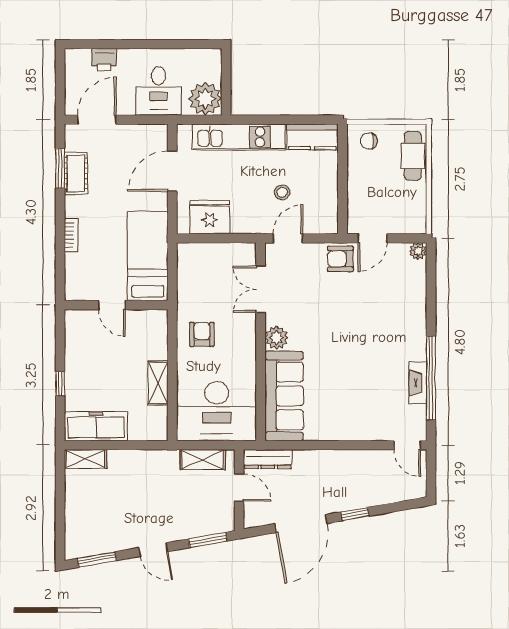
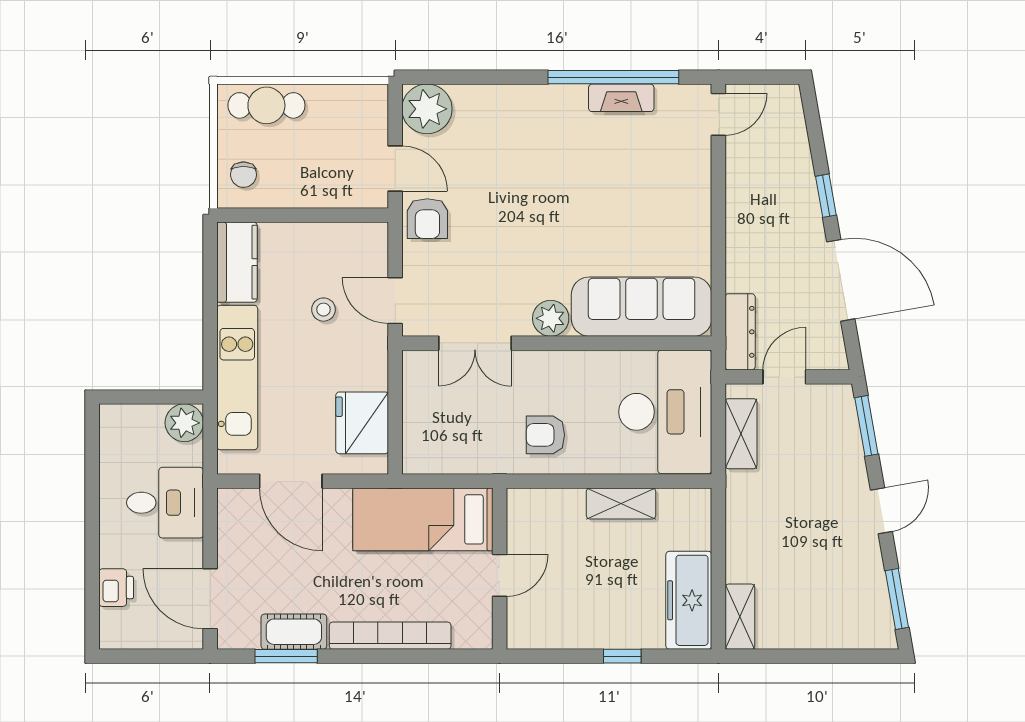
plant: (205, 99) -> (184, 423), width x0.73, depth x0.73
bookcase: (71, 235) -> (390, 636), width x2.31, depth x1.31
plant: (418, 251) -> (427, 109), width x1.88, depth x1.88

